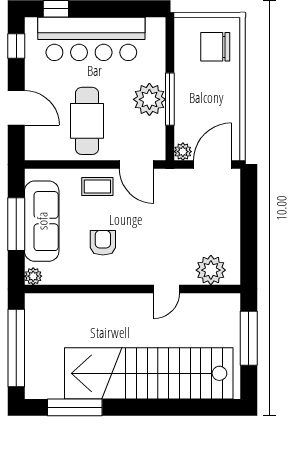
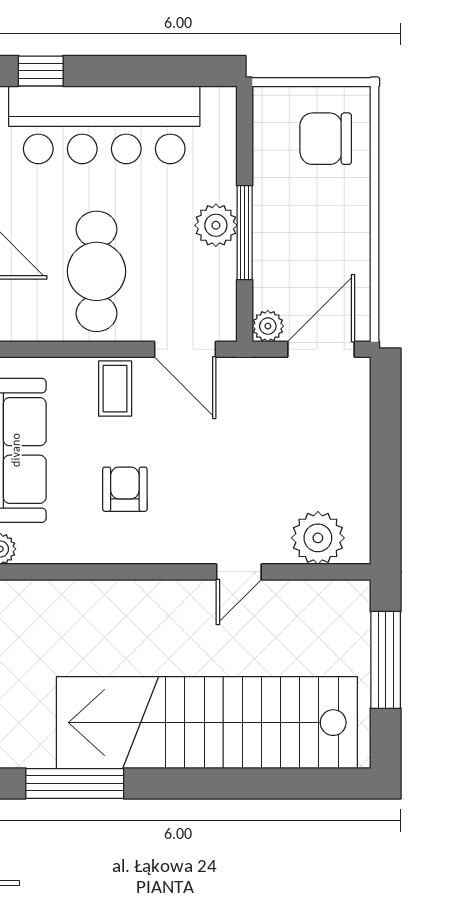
plant: (149, 99) -> (216, 225), width x0.73, depth x0.73
coffee table: (97, 186) -> (115, 389), turned 90

